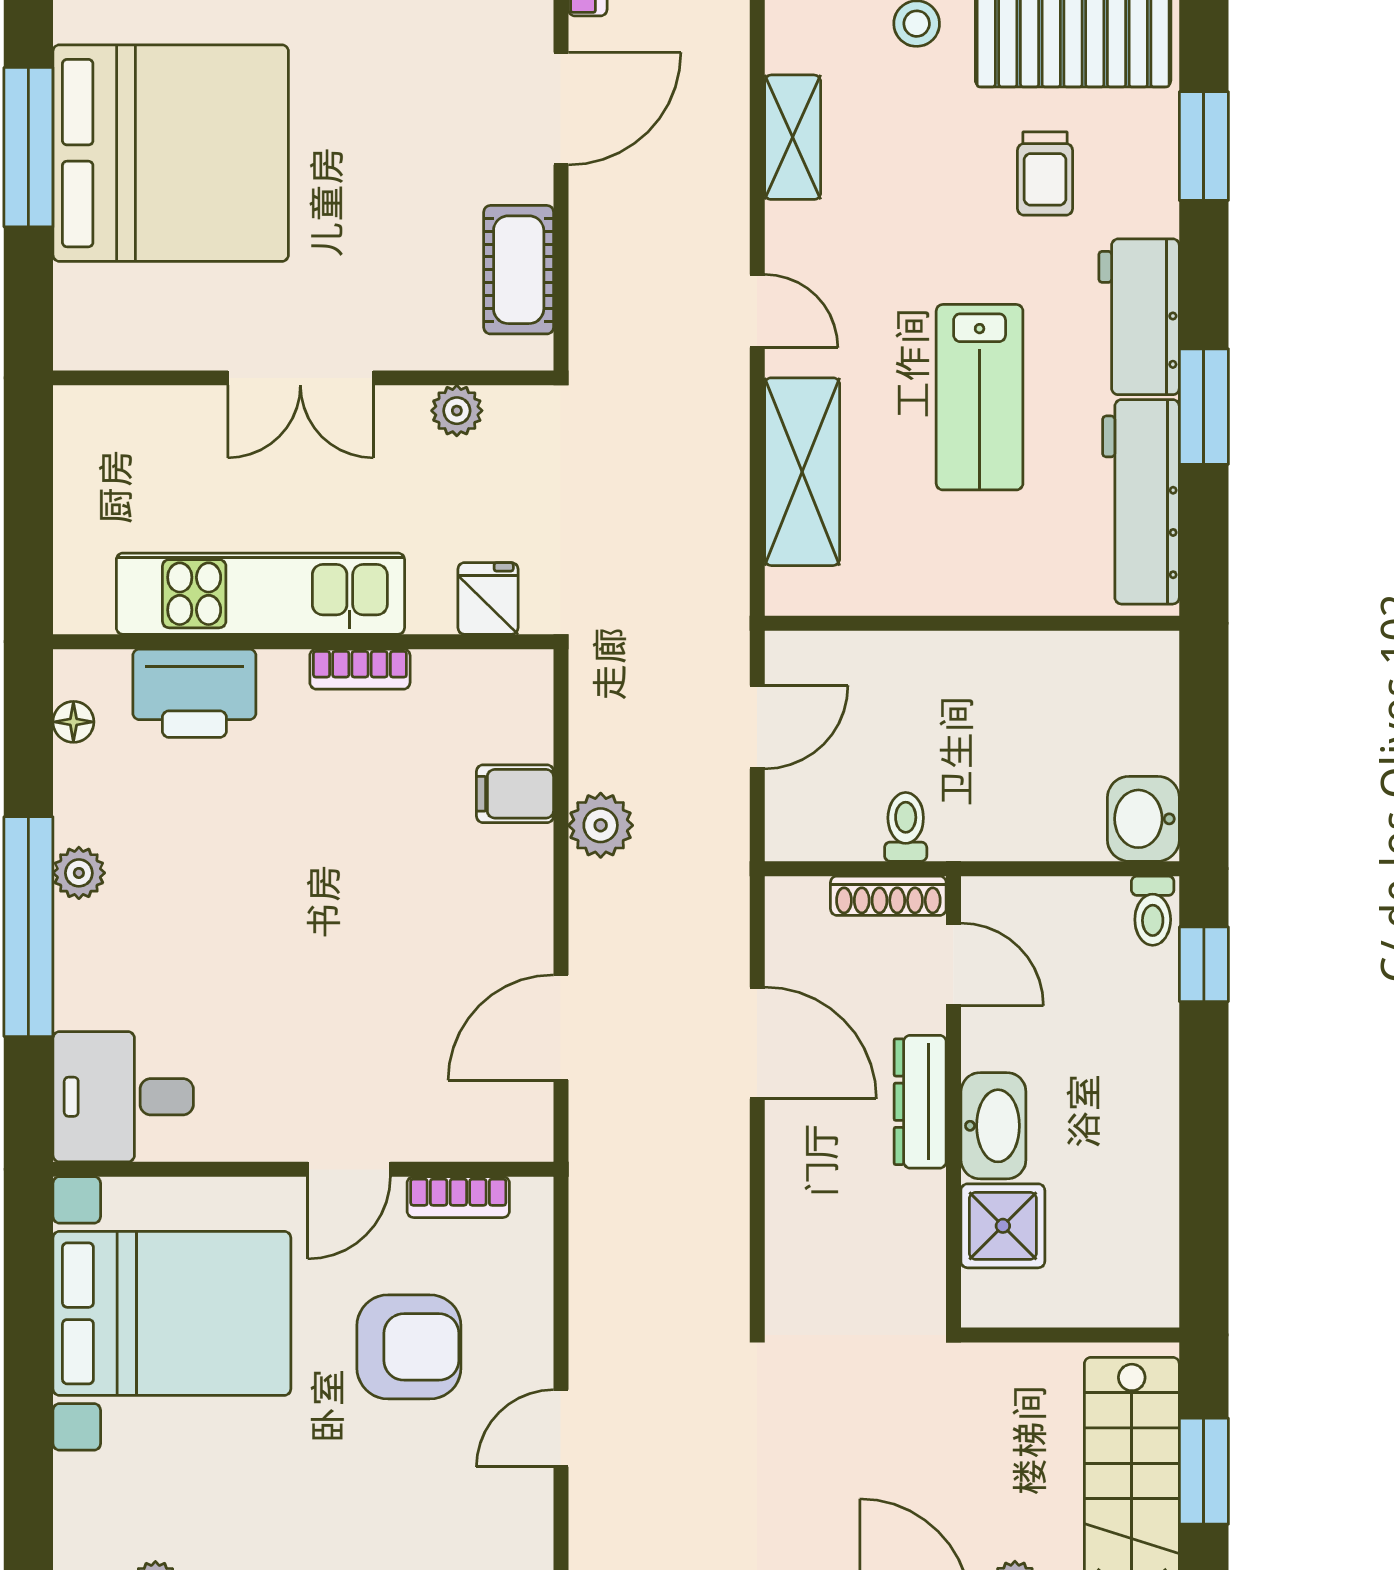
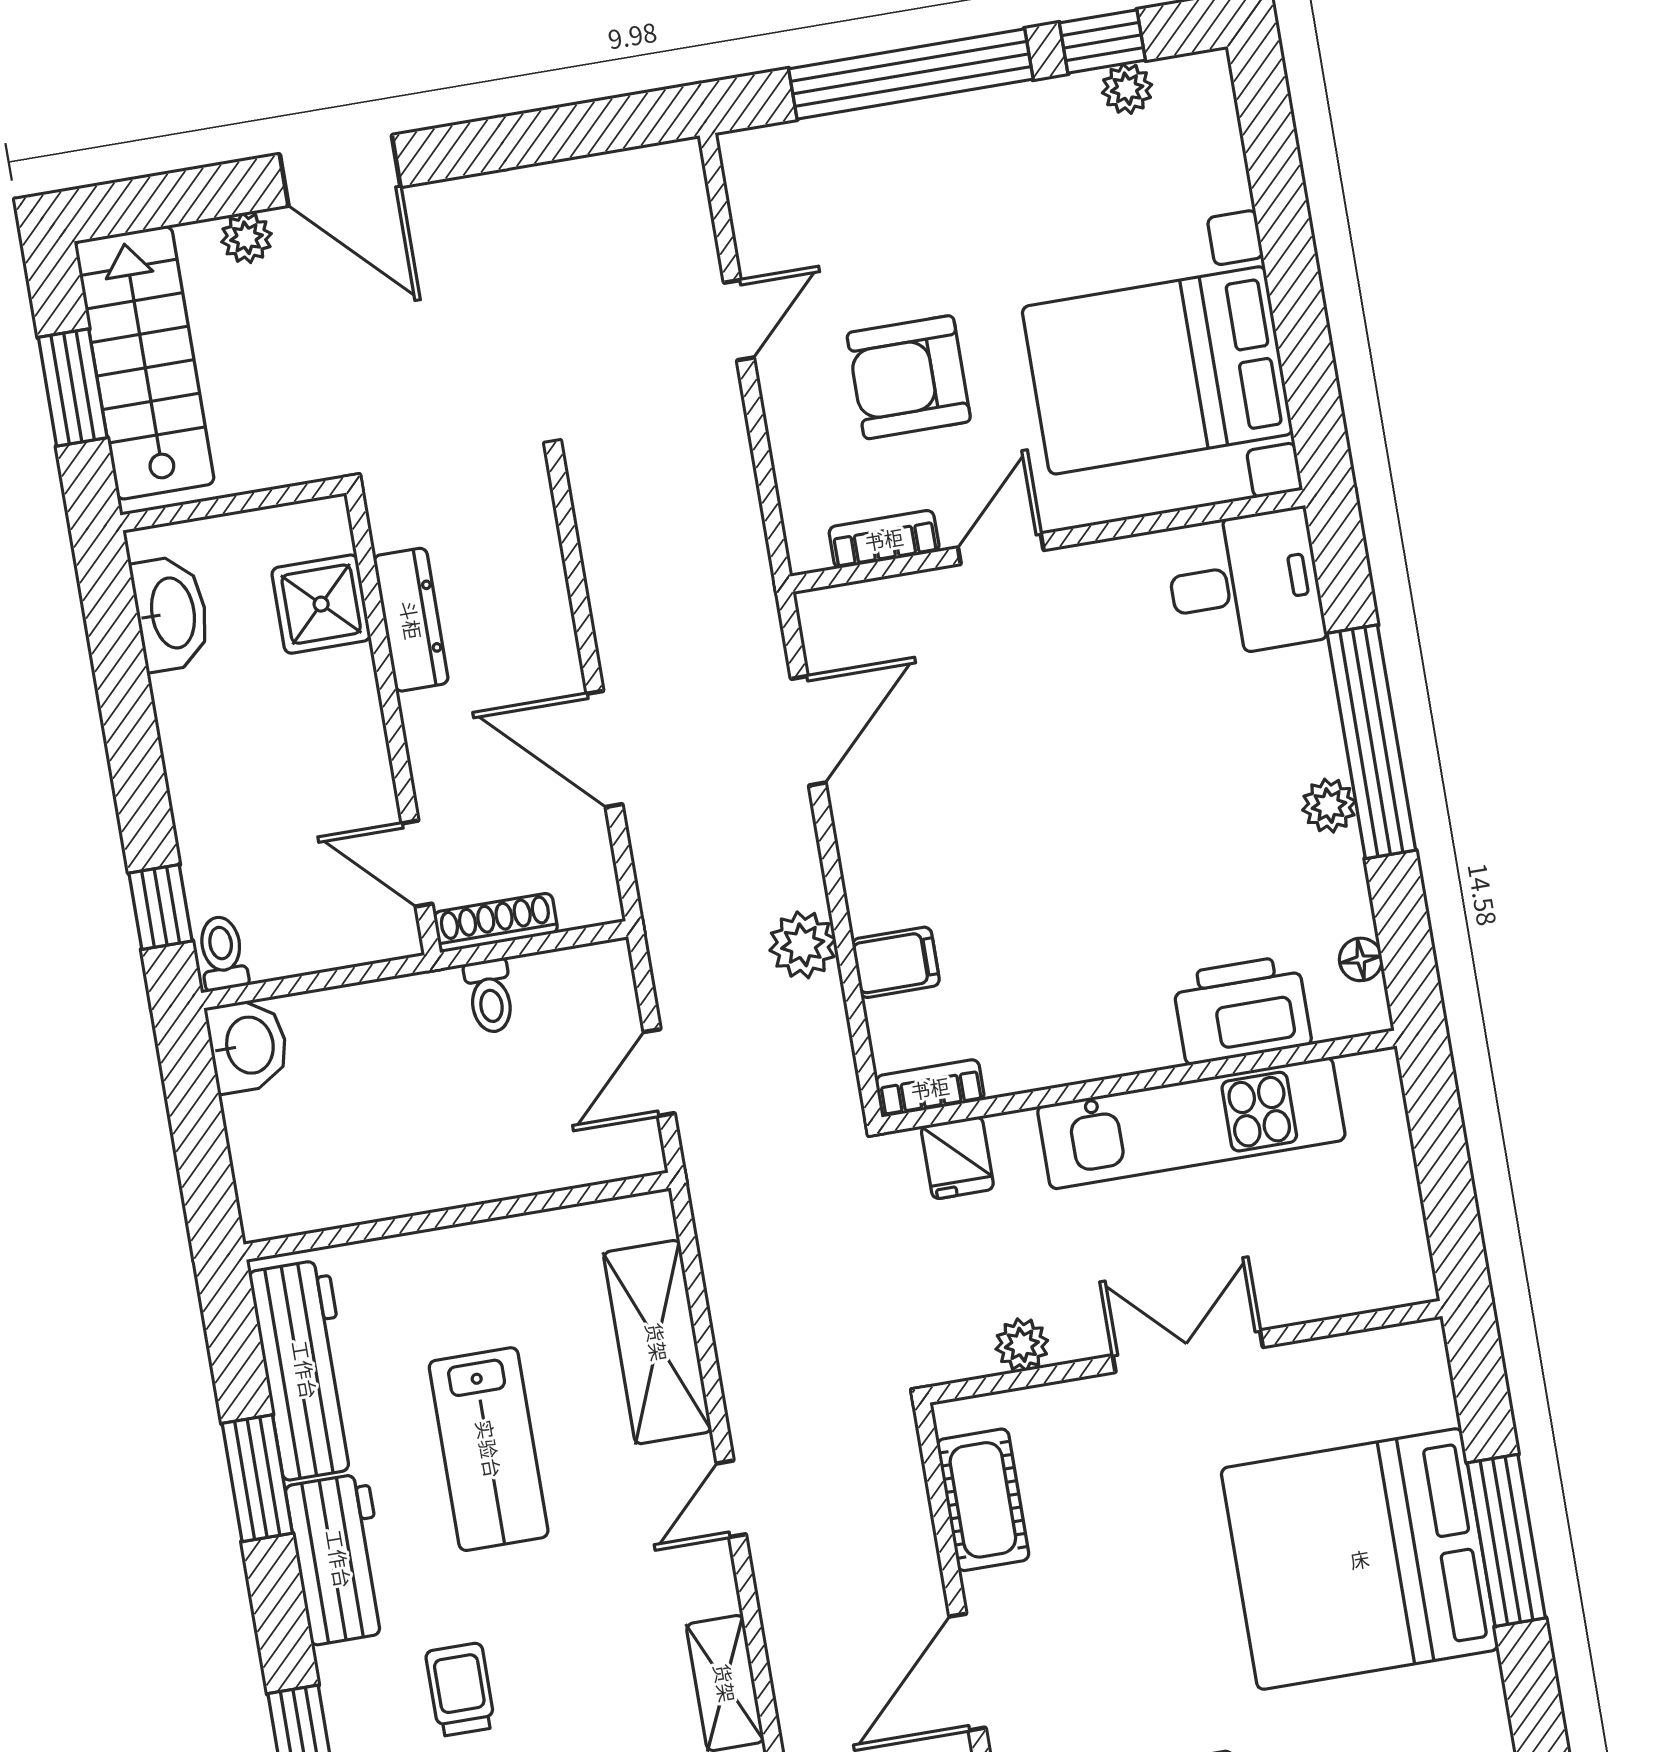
door: (757, 311) -> (731, 1499), hinge flipped
lab bench: (980, 397) -> (489, 1449), turned 180
bookcase: (360, 669) -> (930, 1088), moved
dresser: (920, 1102) -> (411, 620), moved
washbasin: (993, 1126) -> (171, 613), moved, turned 180

